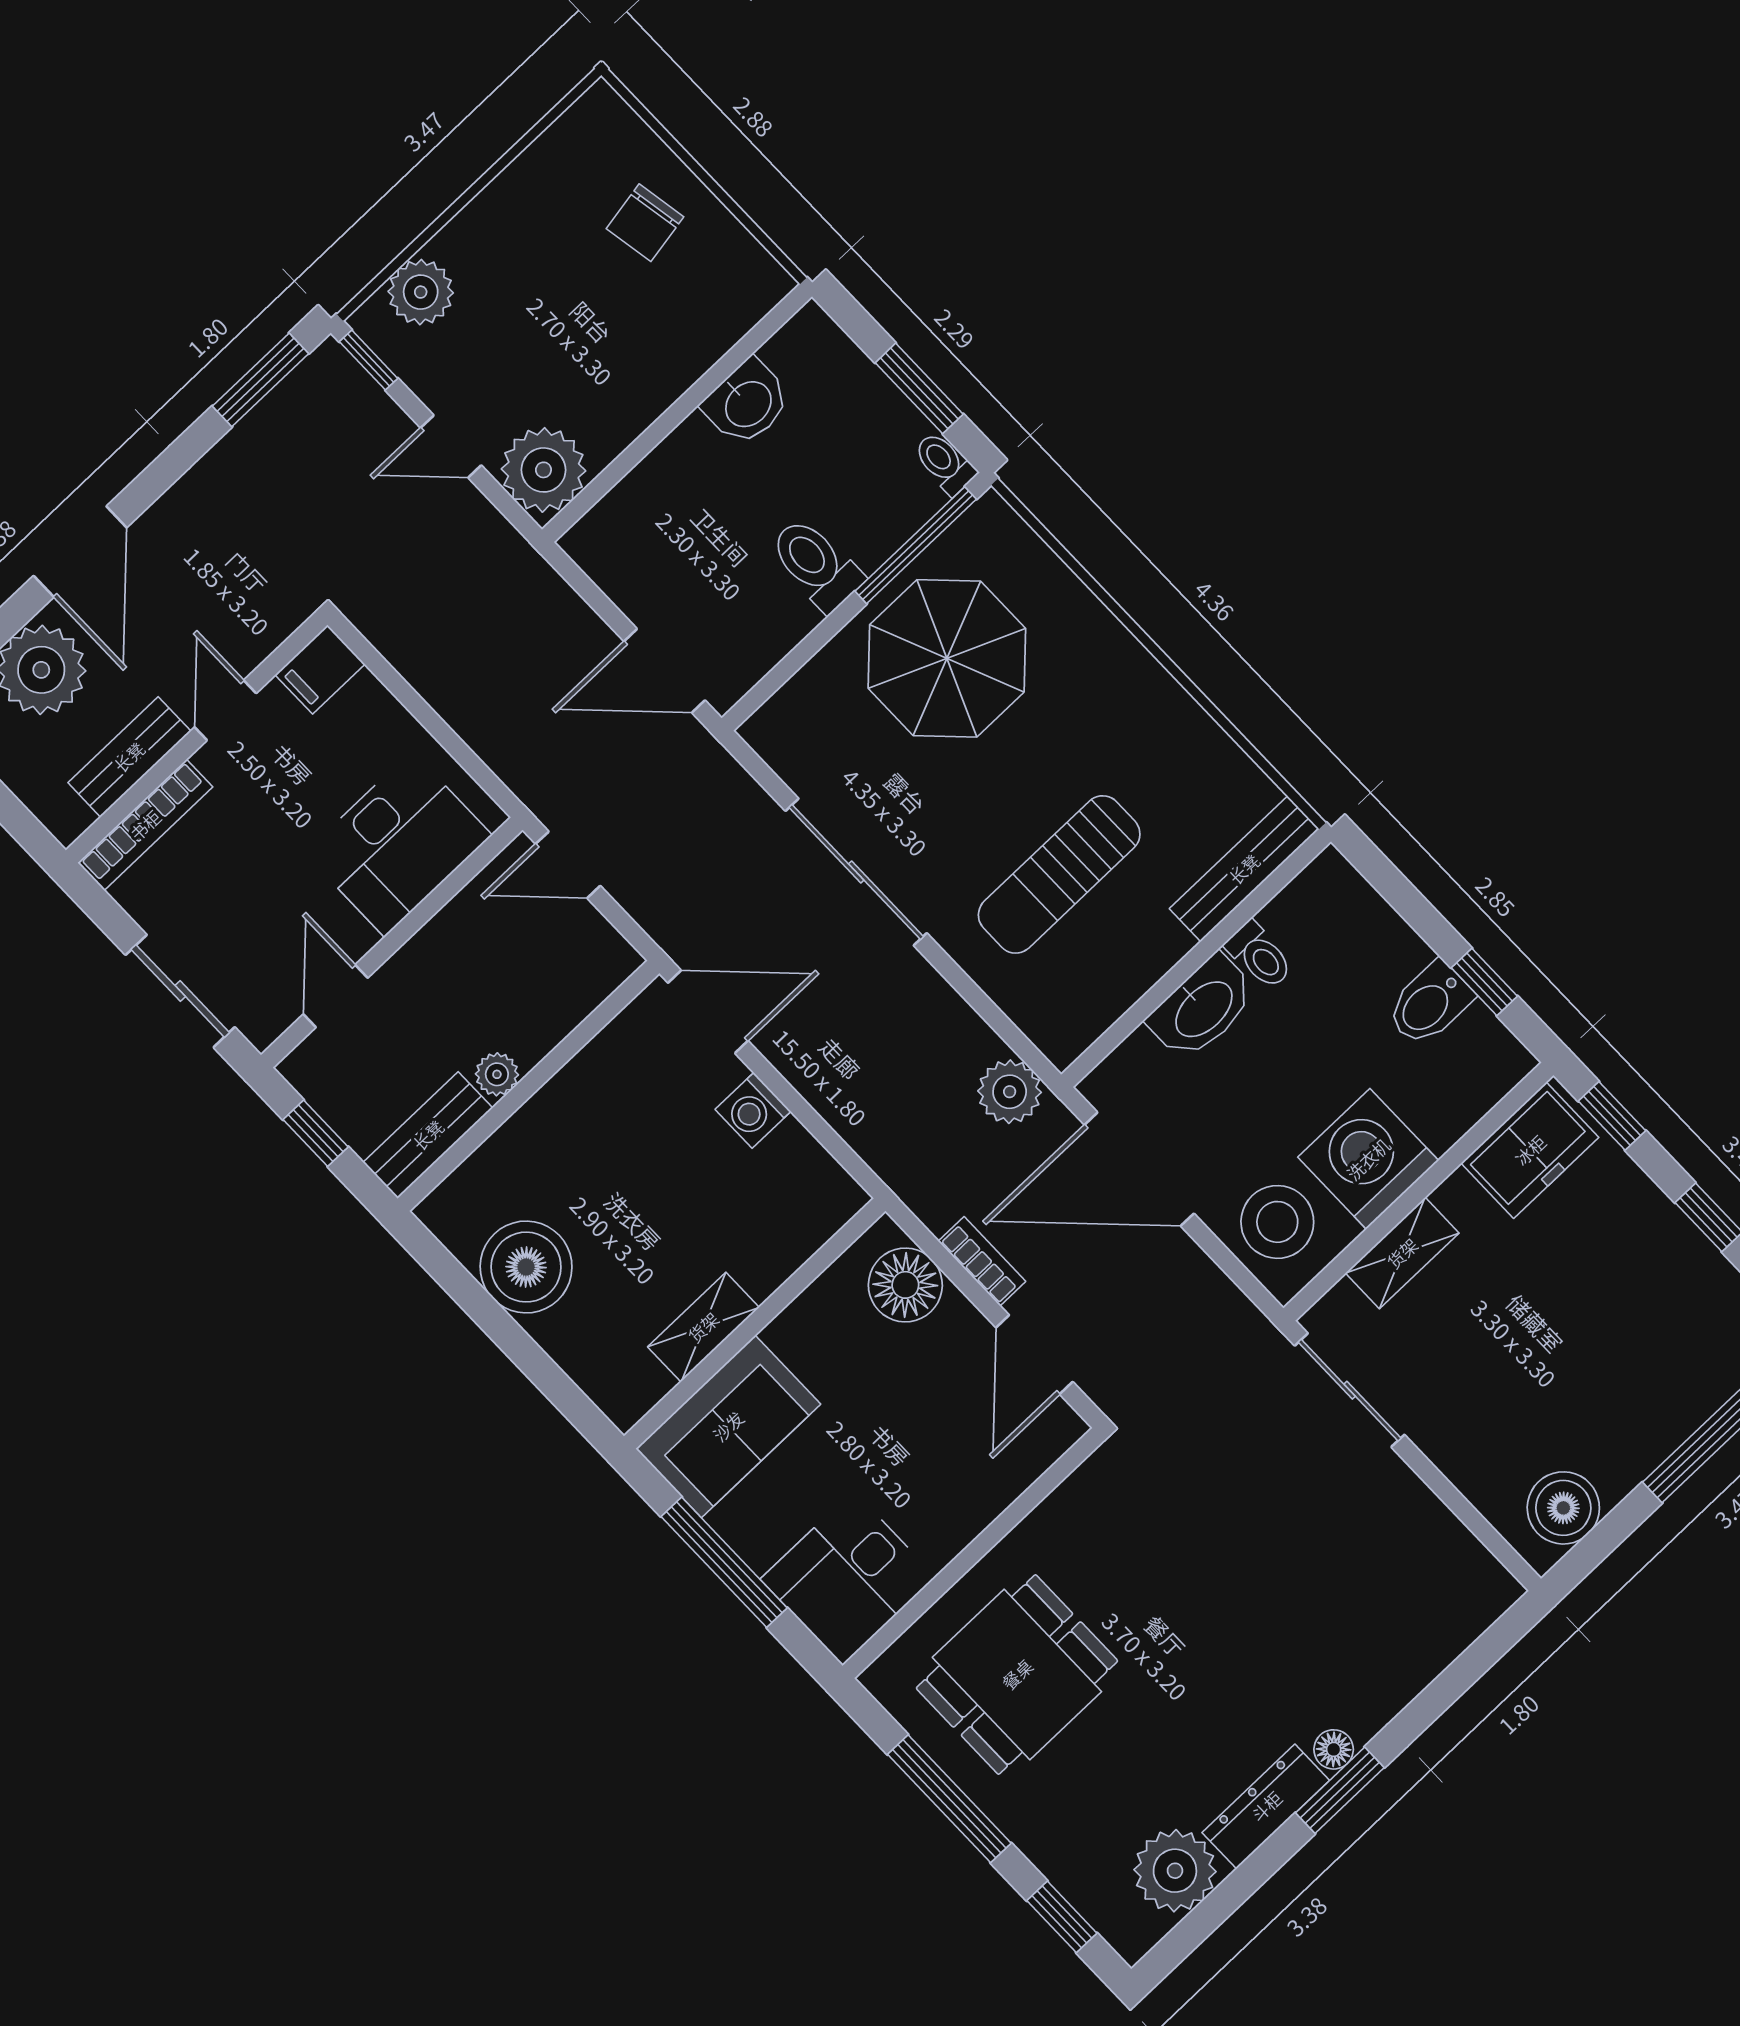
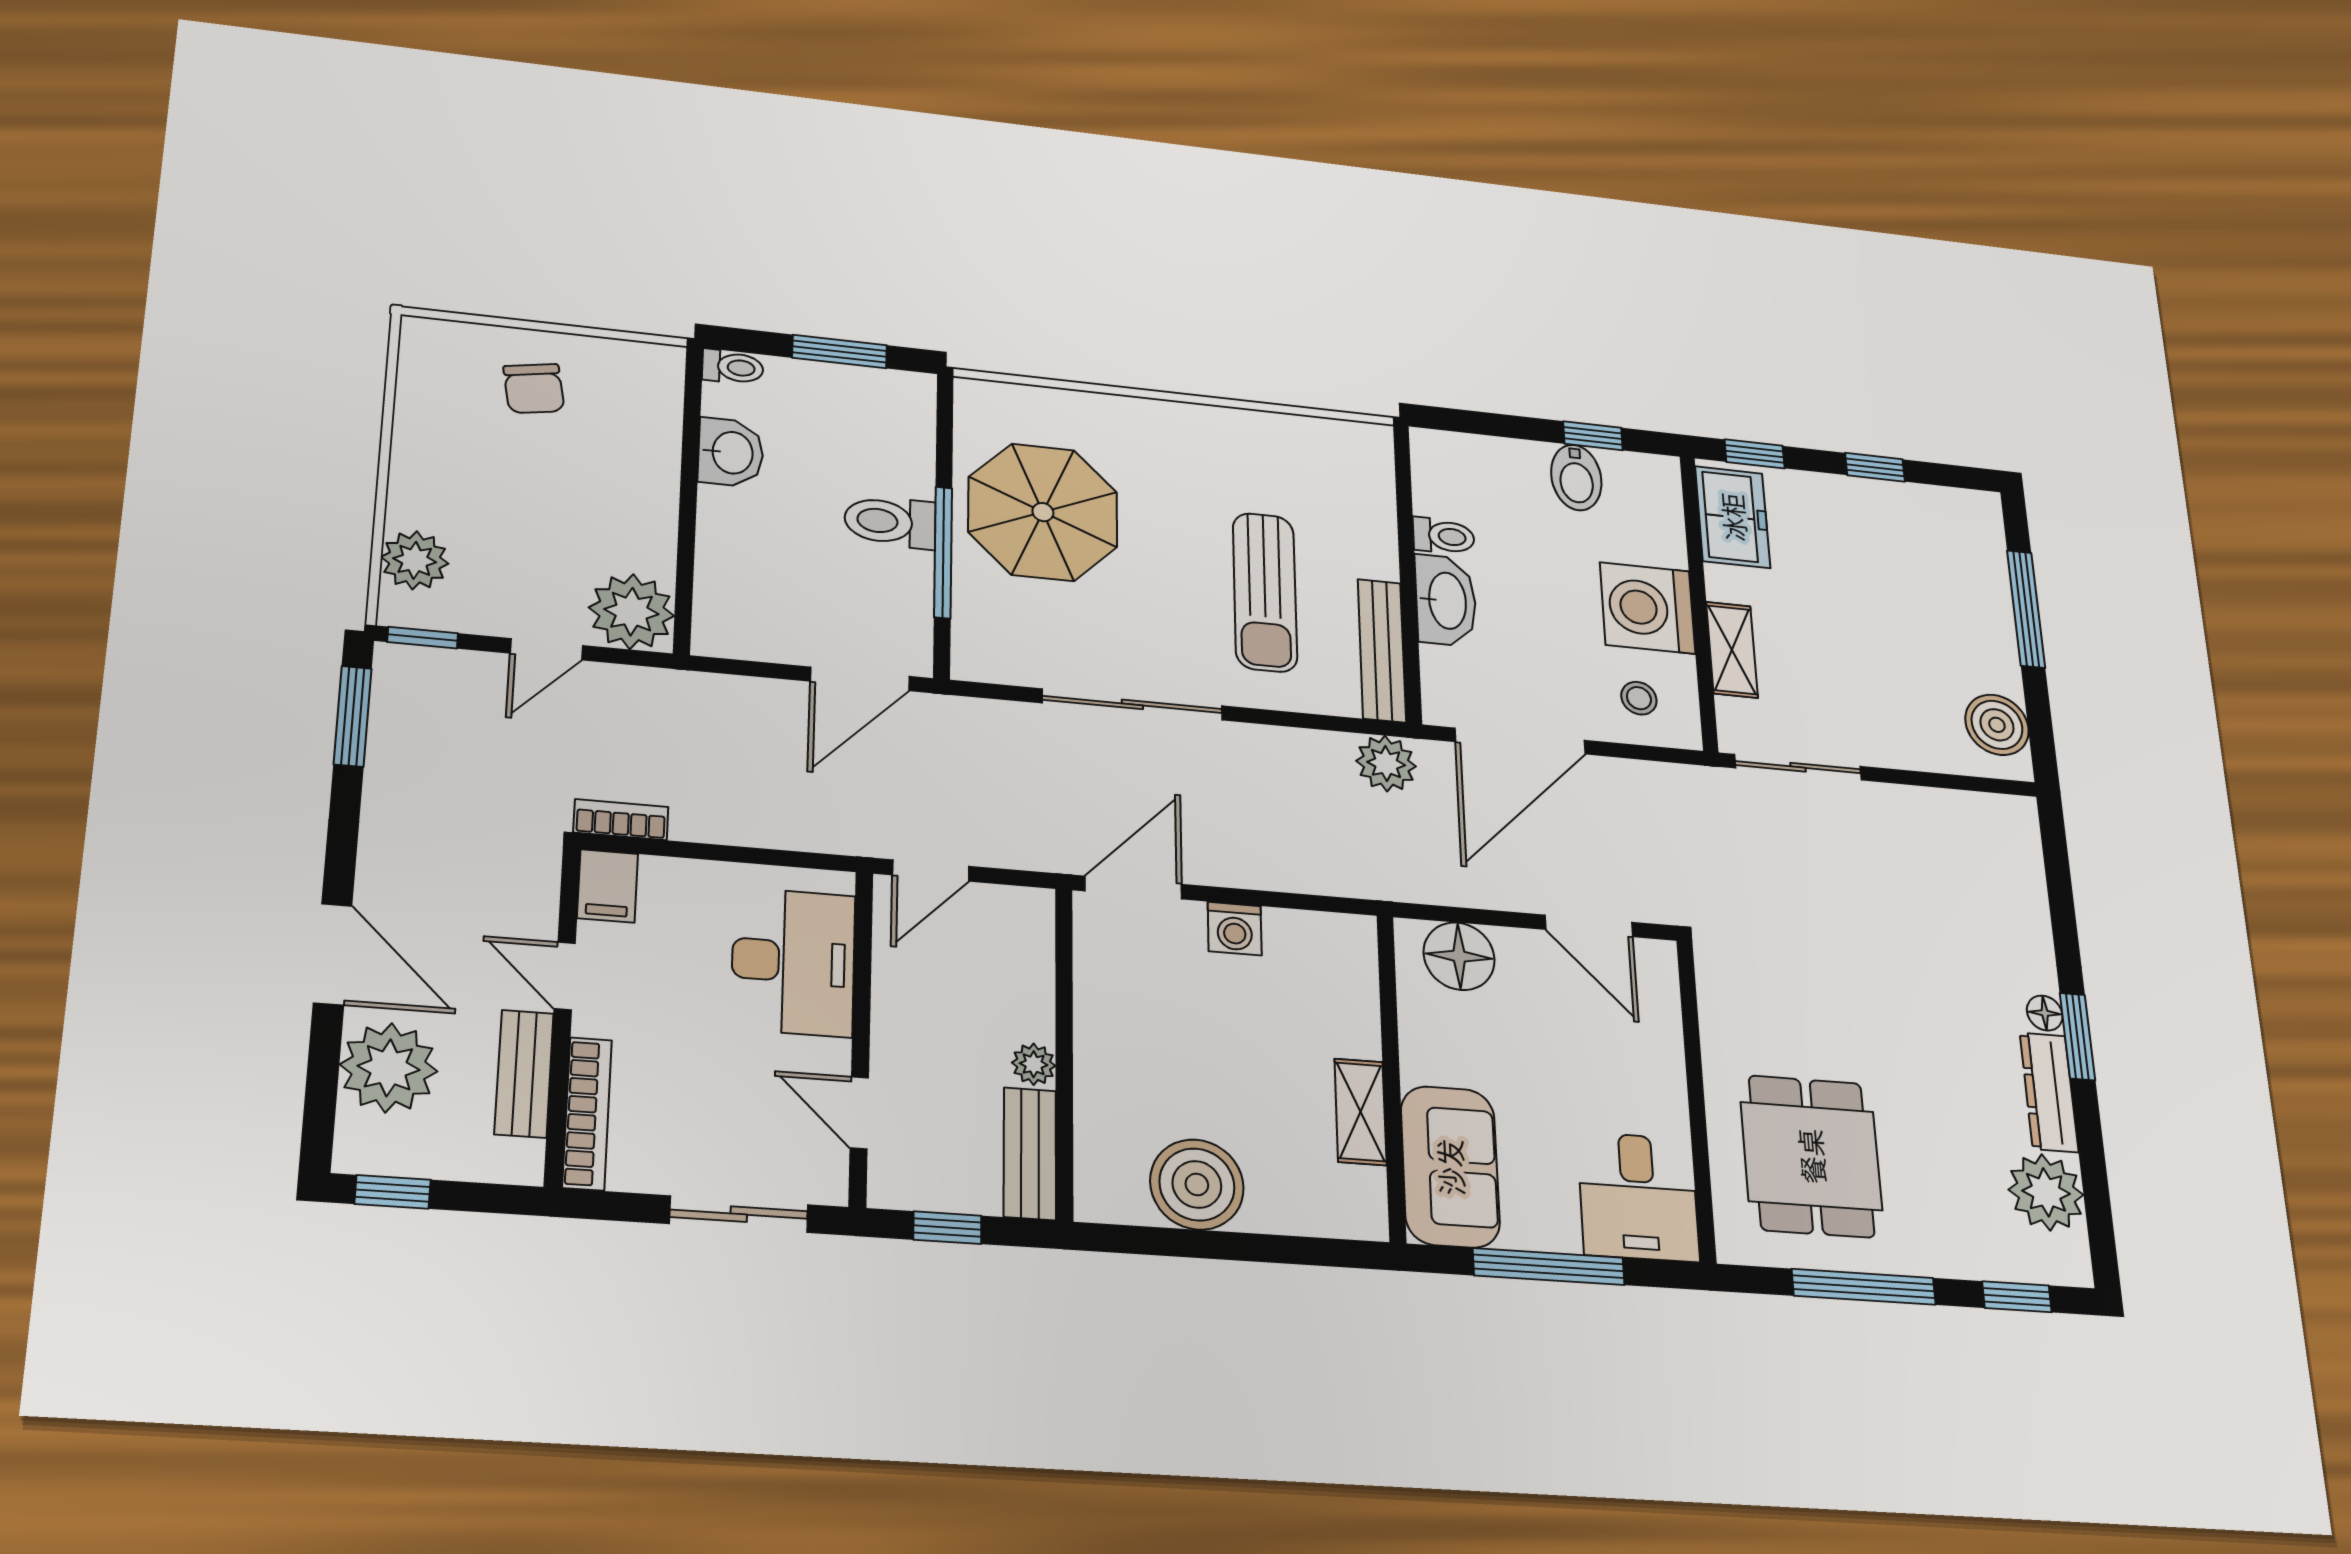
toilet: (945, 463) -> (733, 367), moved, turned 180
window: (916, 545) -> (943, 552), moved
bench: (1244, 869) -> (1382, 650), moved
stool: (1277, 1222) -> (1639, 698), width x0.53, depth x0.53
bookcase: (982, 1261) -> (621, 820), moved

